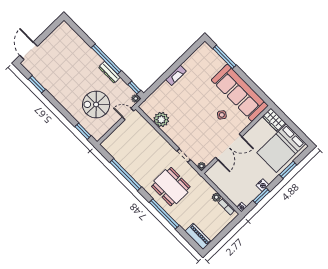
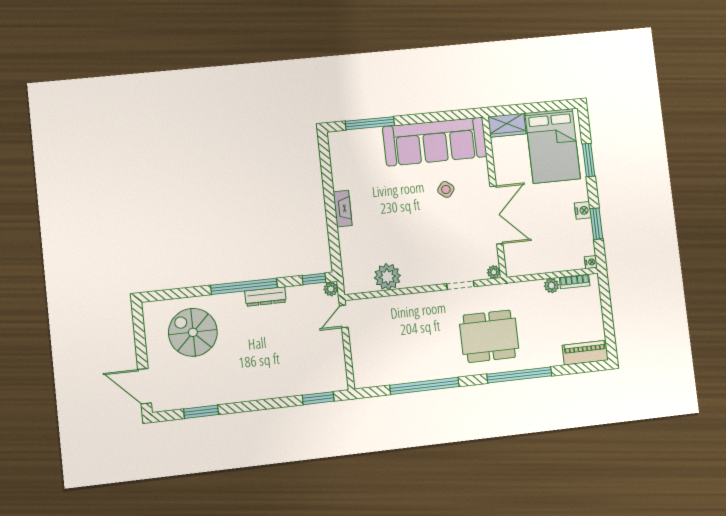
spiral stairs: (96, 104) -> (193, 332), moved, turned 90

